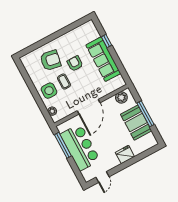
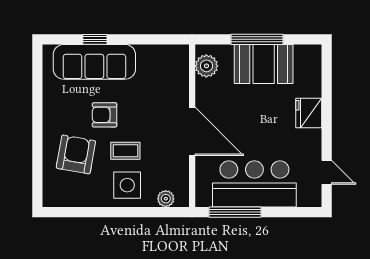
sofa: (103, 59) -> (94, 62), moved

